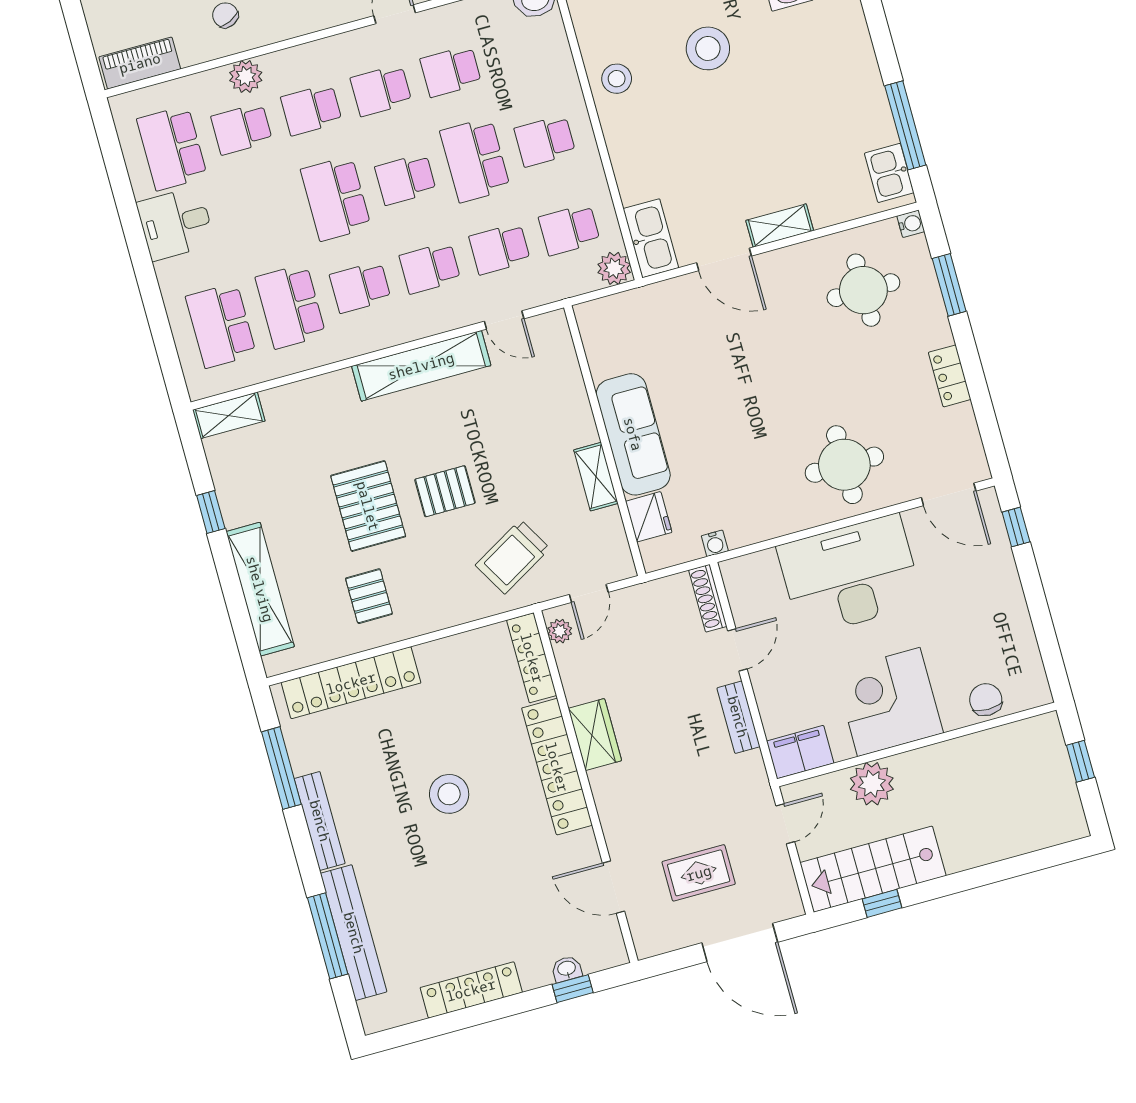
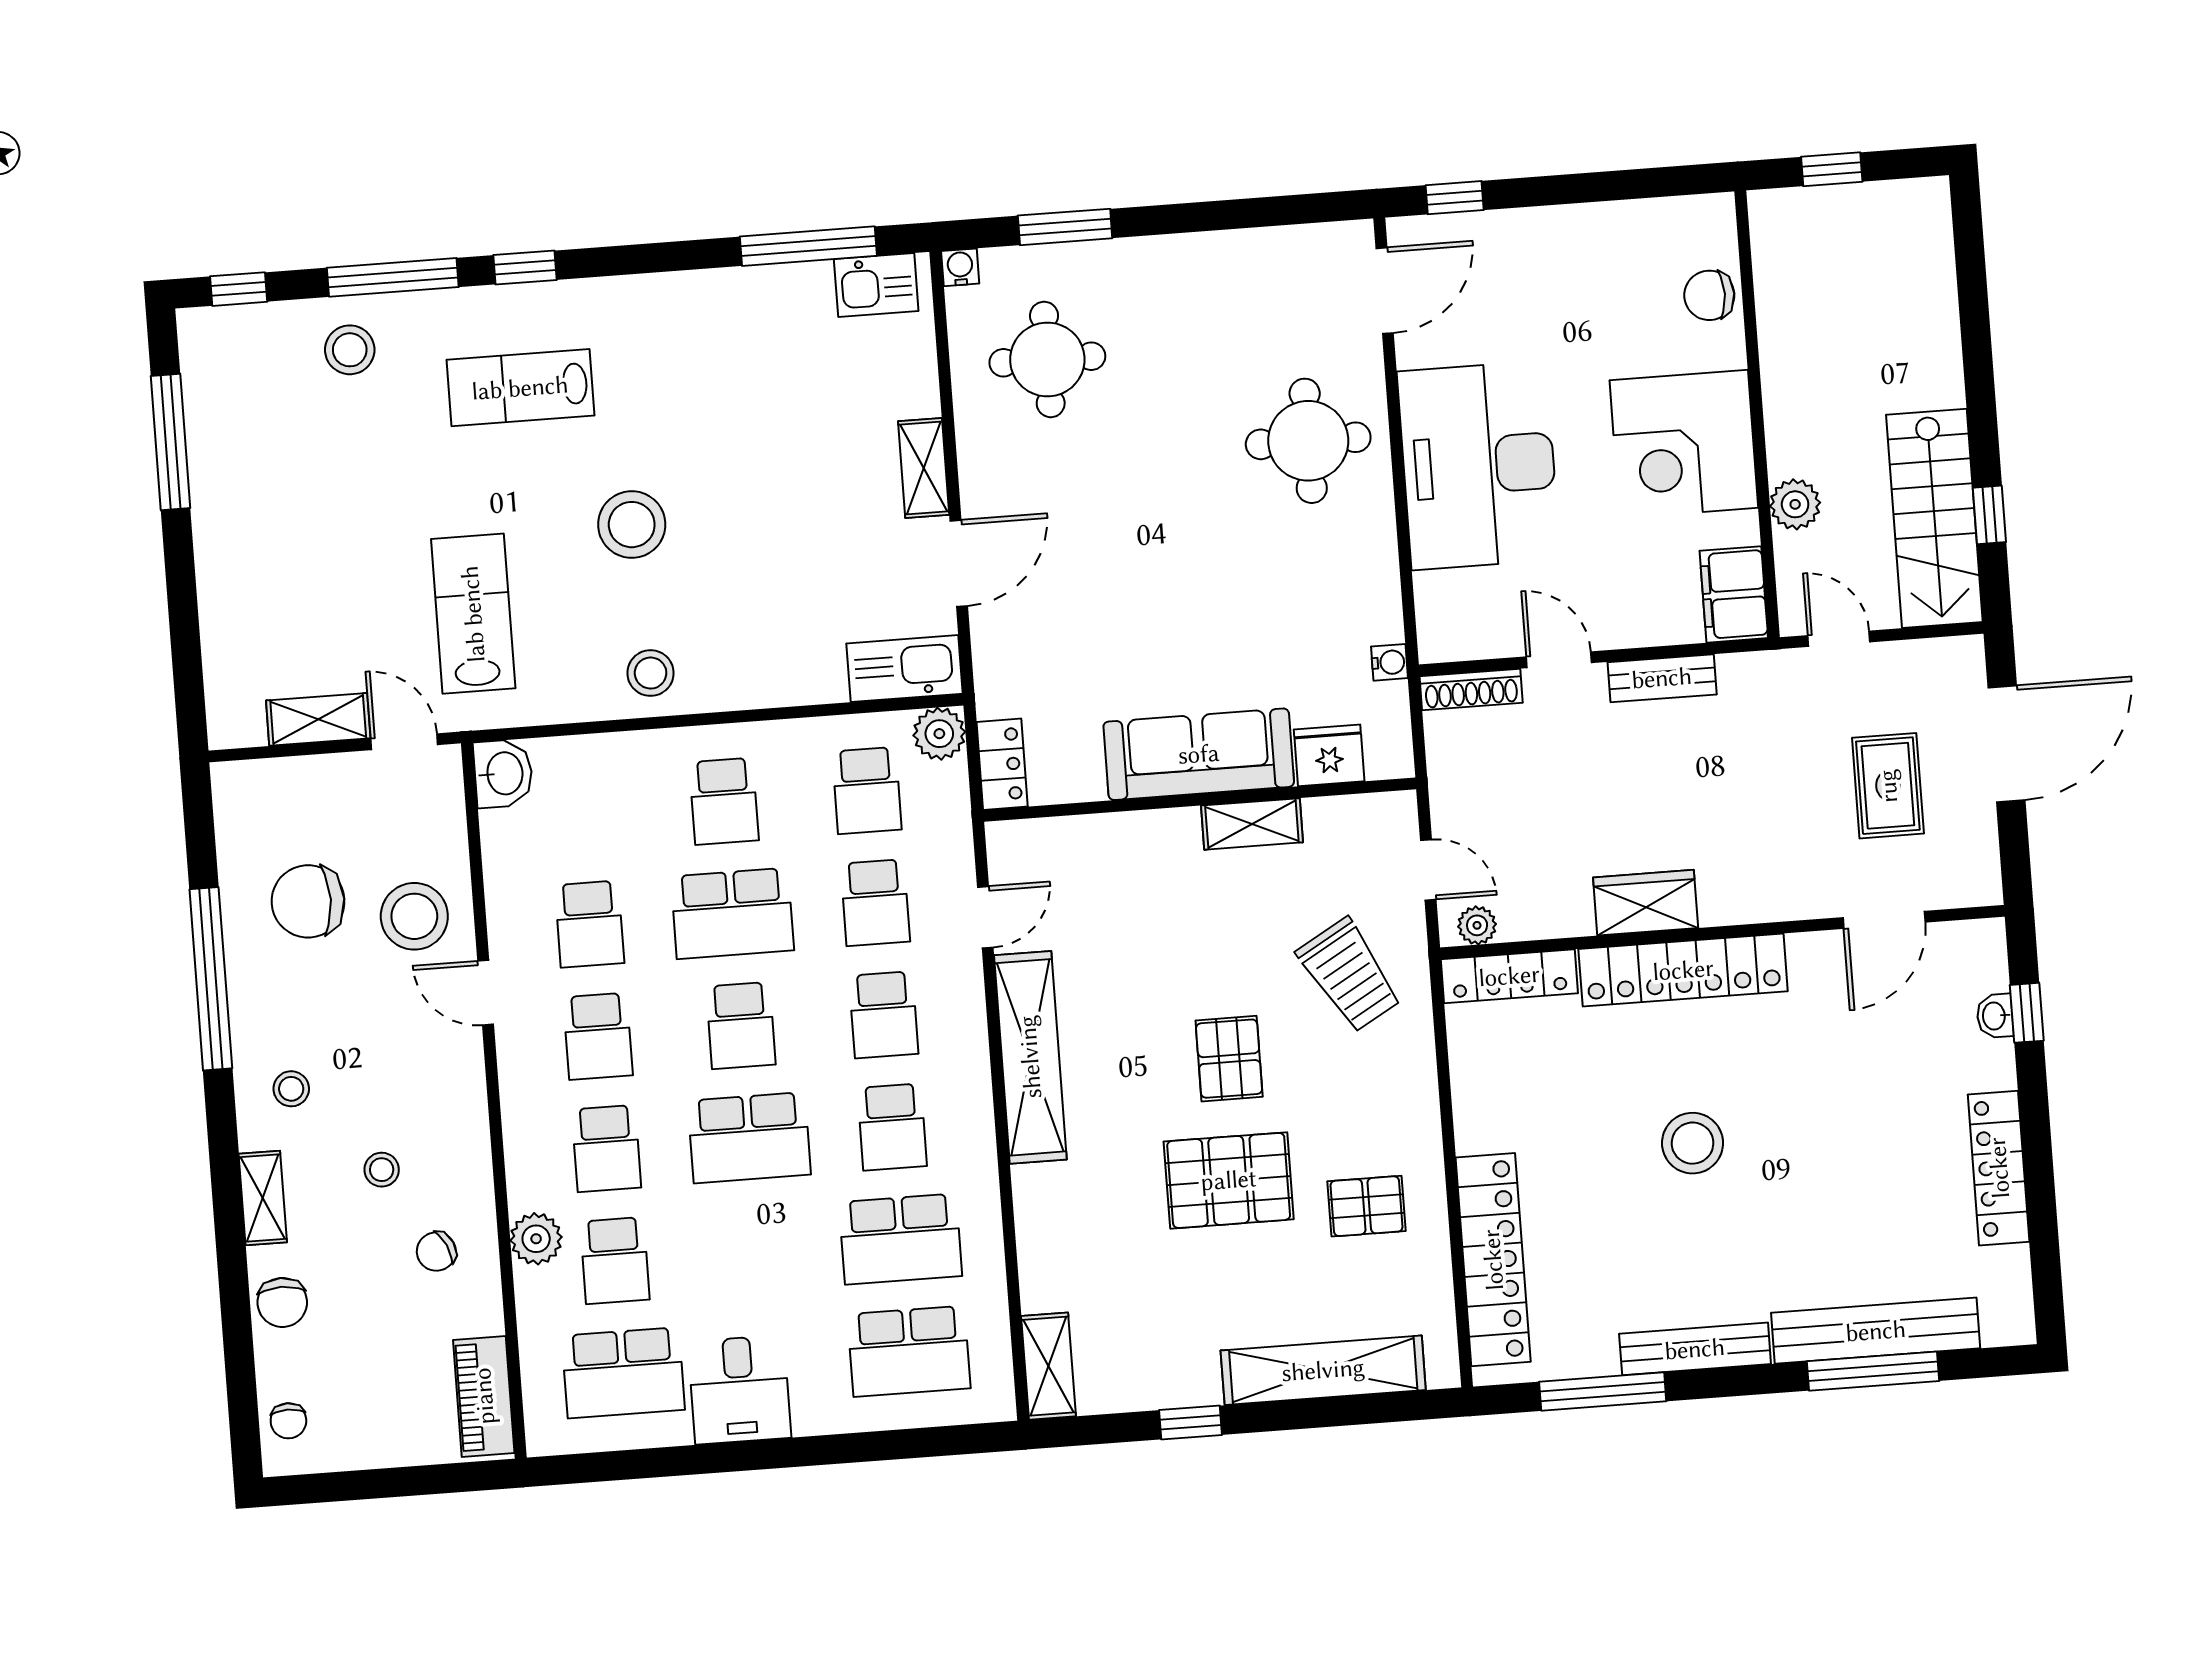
locker: (950, 376) -> (1002, 764), moved, turned -90
plant: (872, 784) -> (1795, 504), width x0.73, depth x0.73

